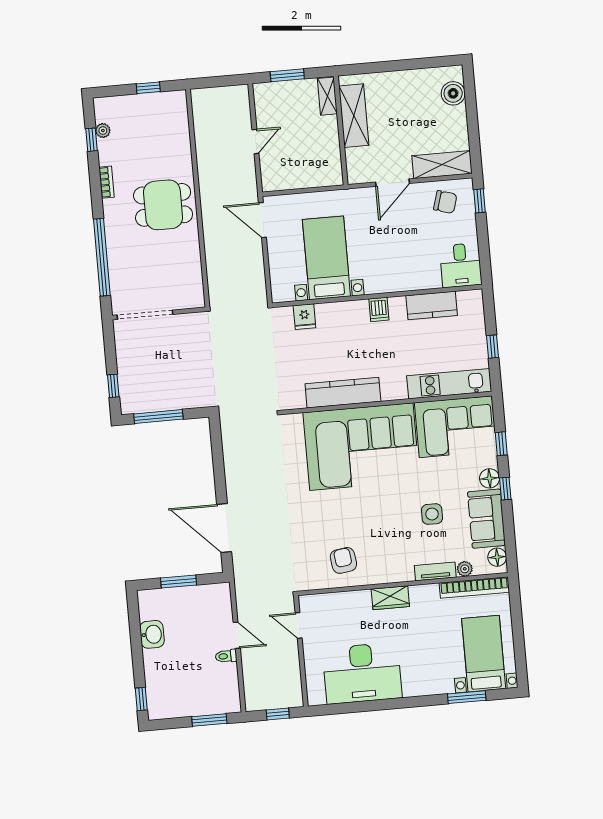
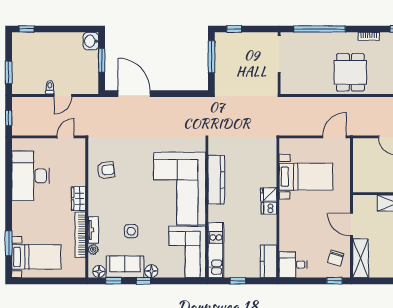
kitchen counter: (432, 305) -> (268, 261), moved
fridge: (304, 317) -> (269, 194), moved
window: (501, 444) -> (114, 281), moved
door: (224, 528) -> (134, 94), hinge flipped
bookcase: (474, 588) -> (80, 235), moved
washbasin: (152, 634) -> (91, 41), moved, turned 90

